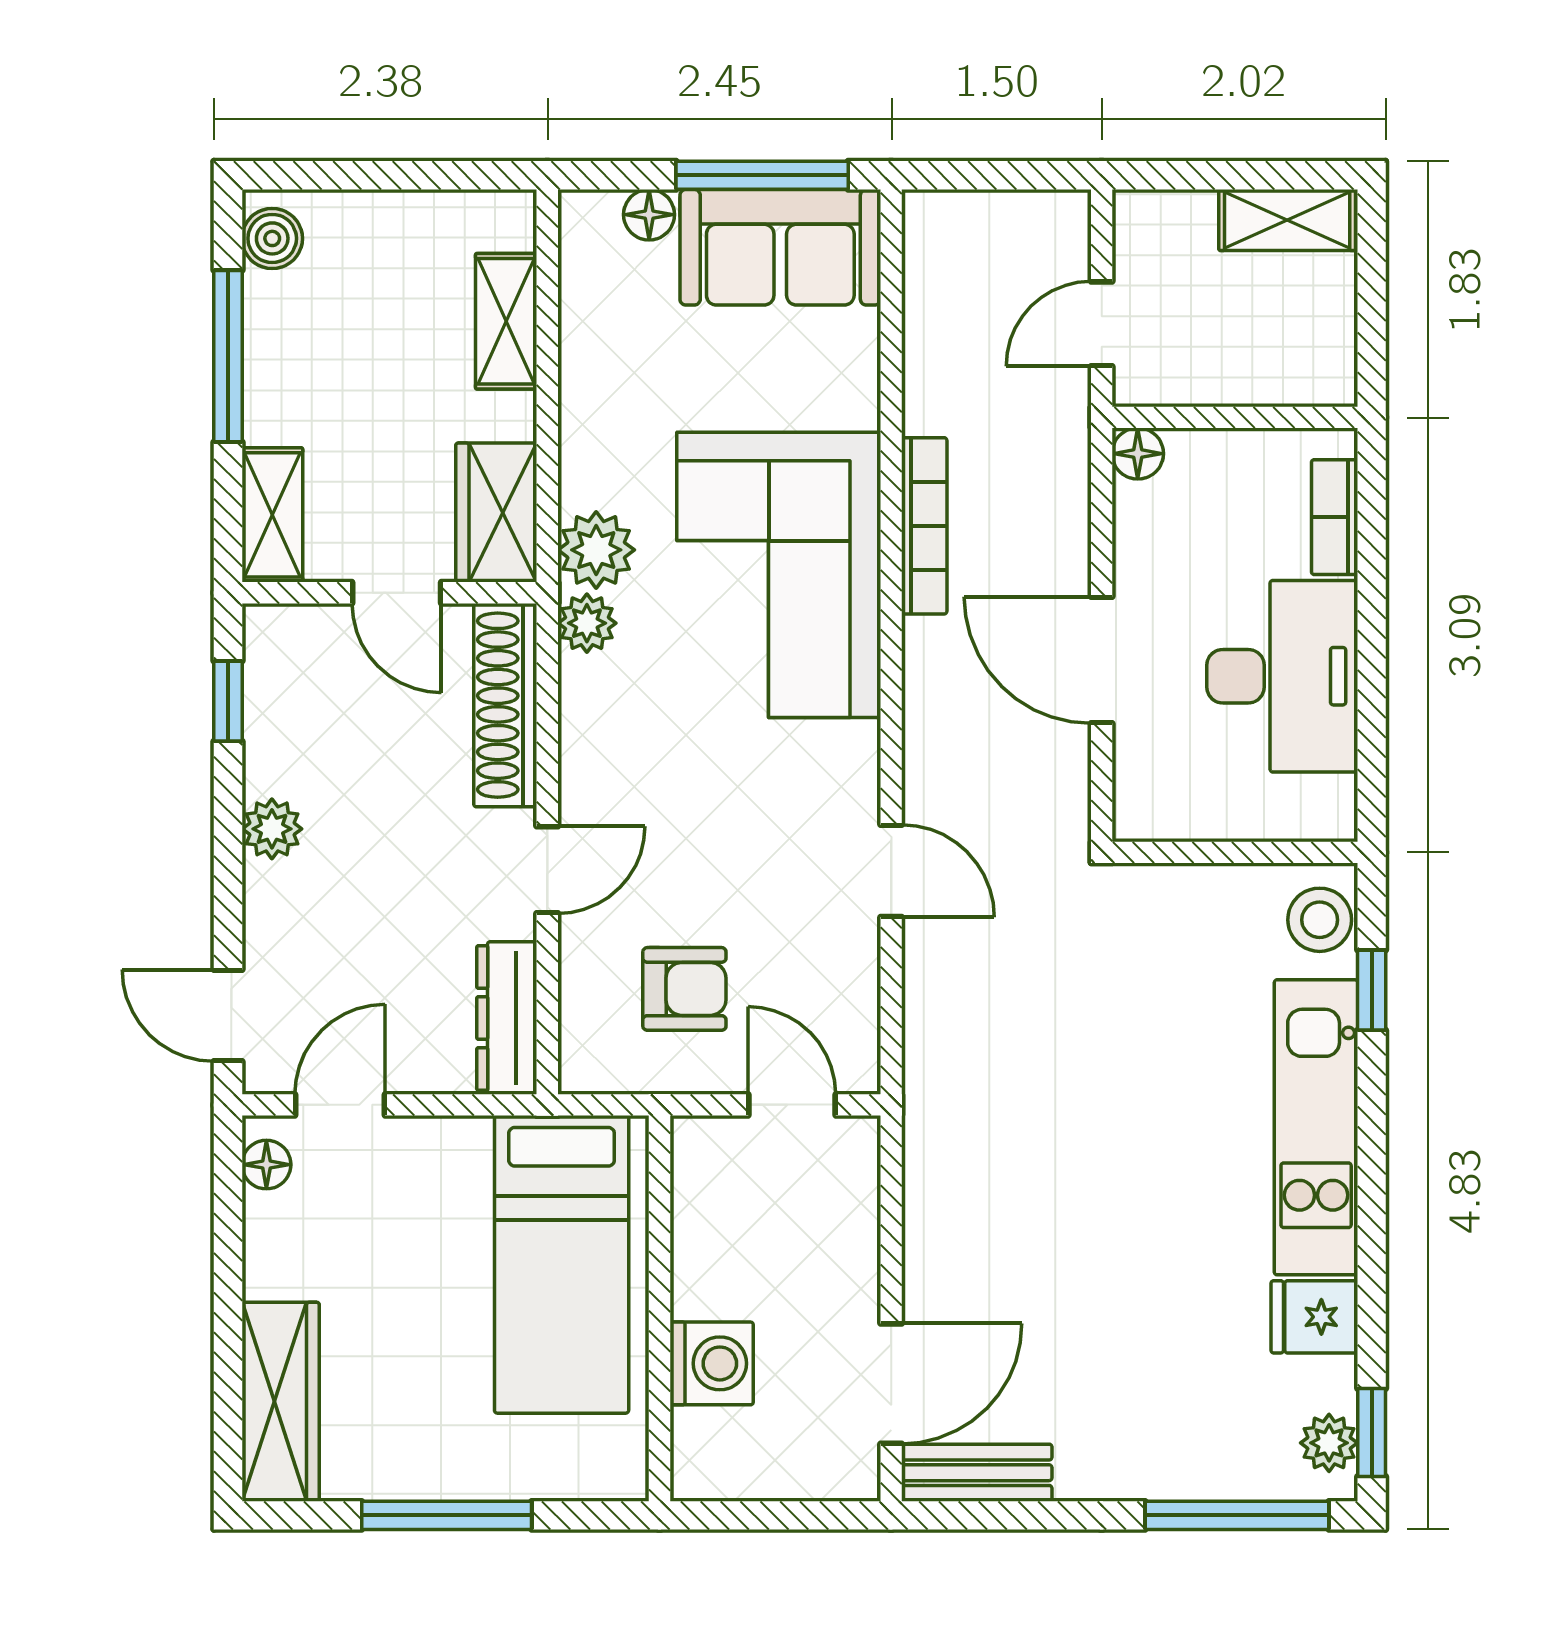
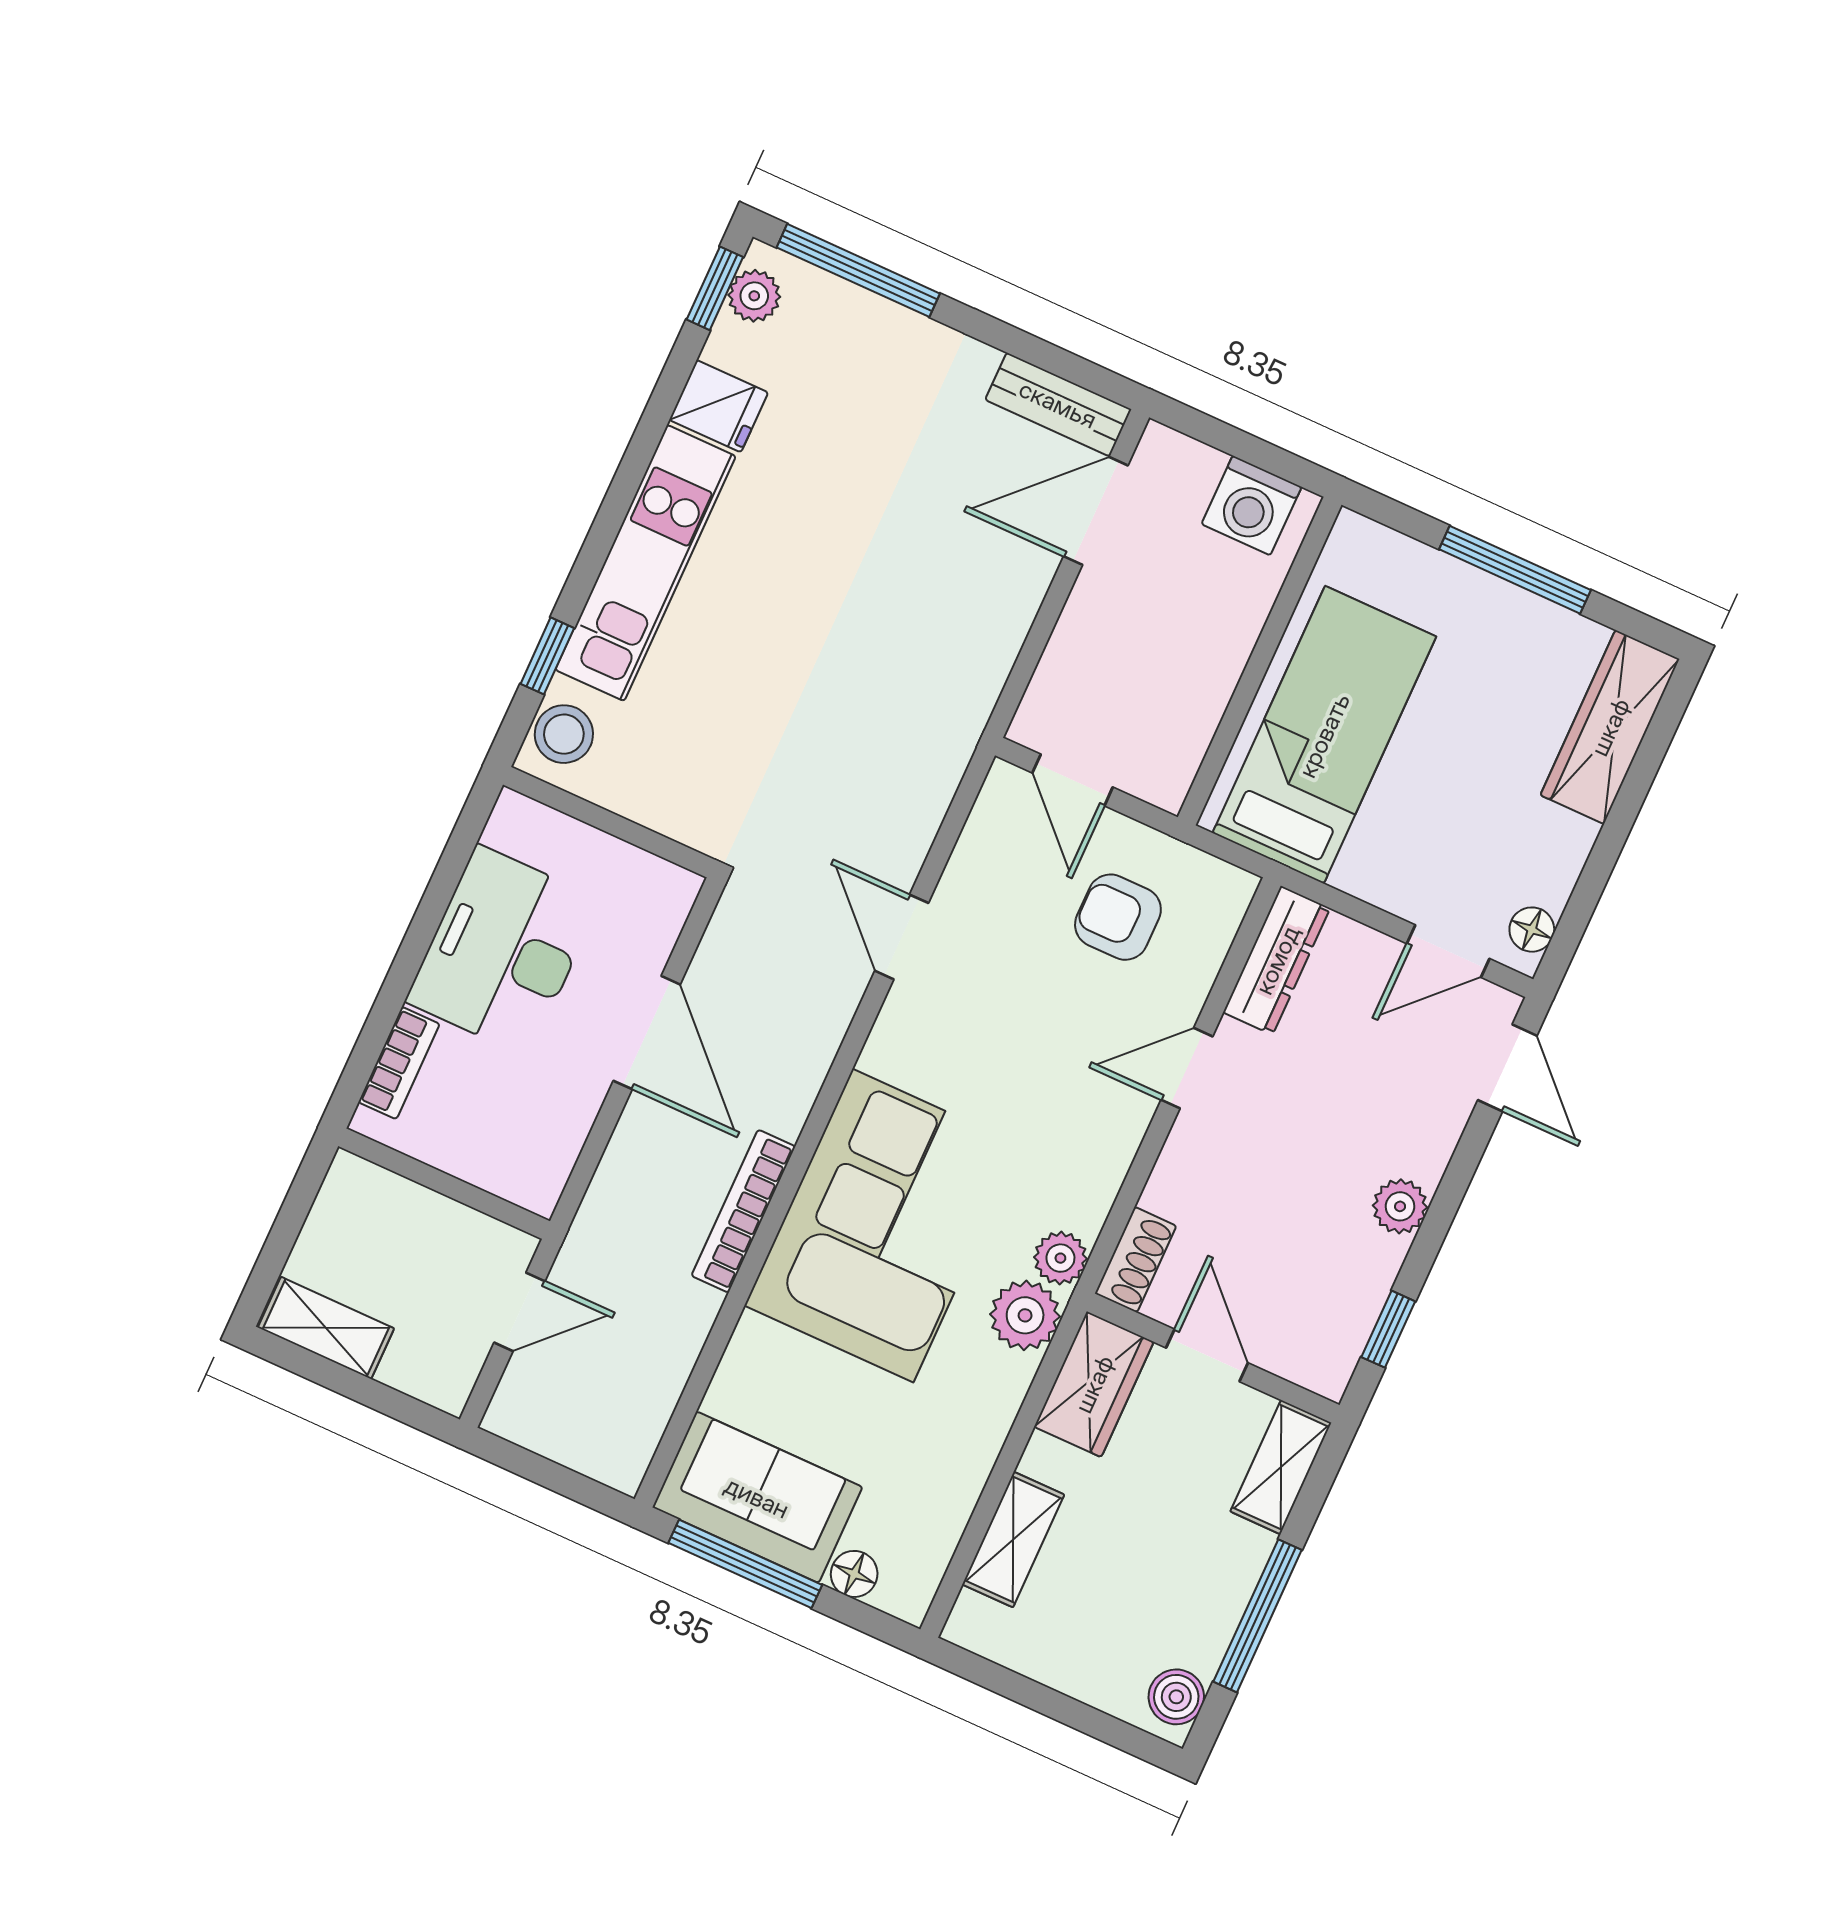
floor lamp: (1138, 454) -> (539, 1190), removed
shoe rack: (505, 705) -> (1136, 1260), width x0.51, depth x0.81
washing machine: (712, 1363) -> (1252, 505), moved, turned -90

